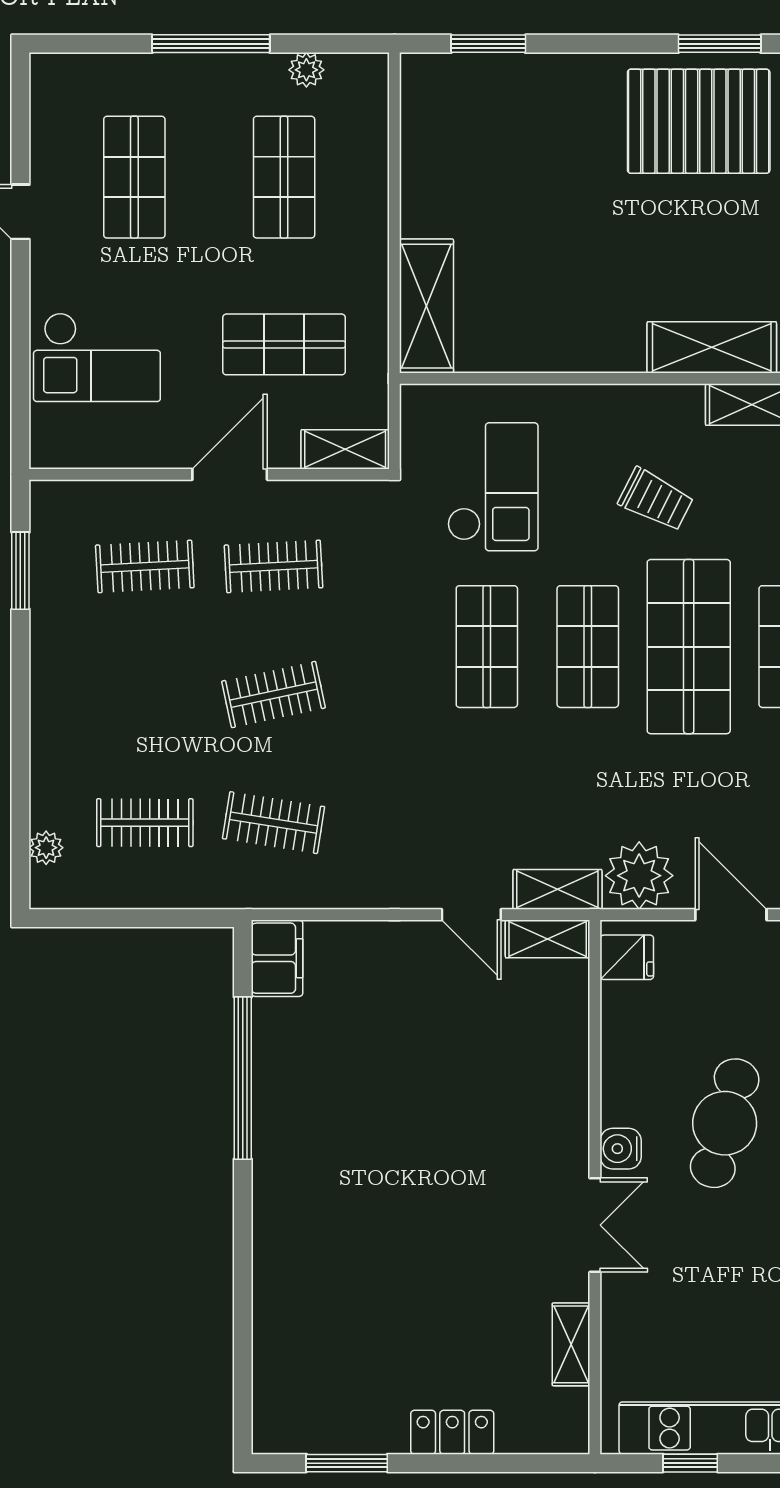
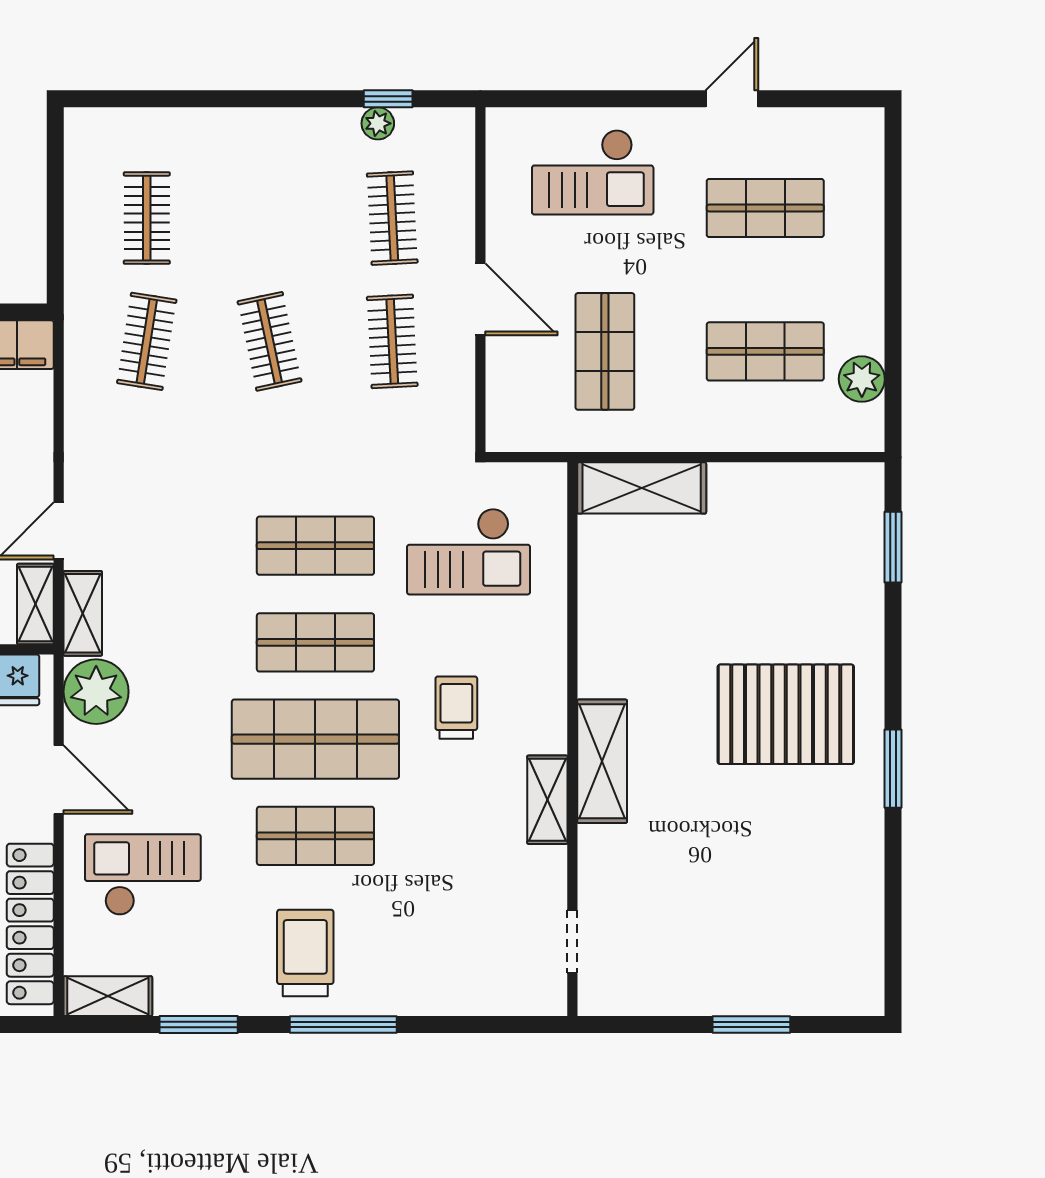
window: (211, 44) -> (893, 281), removed
plant: (306, 70) -> (862, 379), width x1.38, depth x1.38
pallet: (699, 121) -> (786, 714), moved, turned 90
checkout: (97, 357) -> (593, 172), turned -90
shelving: (345, 449) -> (504, 410), removed
trolley: (656, 500) -> (456, 708), turned 153
window: (20, 571) -> (388, 99), width x0.67
plant: (46, 848) -> (378, 123), moved
door: (731, 915) -> (59, 780), hinge flipped

